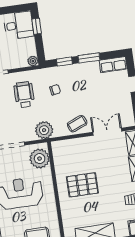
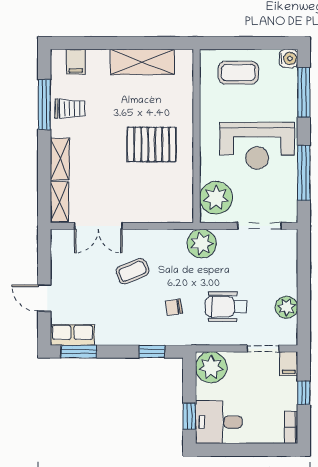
window: (89, 58) -> (79, 352), moved
plant: (33, 61) -> (211, 367), width x1.87, depth x1.87
wheelchair: (24, 95) -> (226, 307), turned 90
coffee table: (77, 124) -> (132, 271), moved

